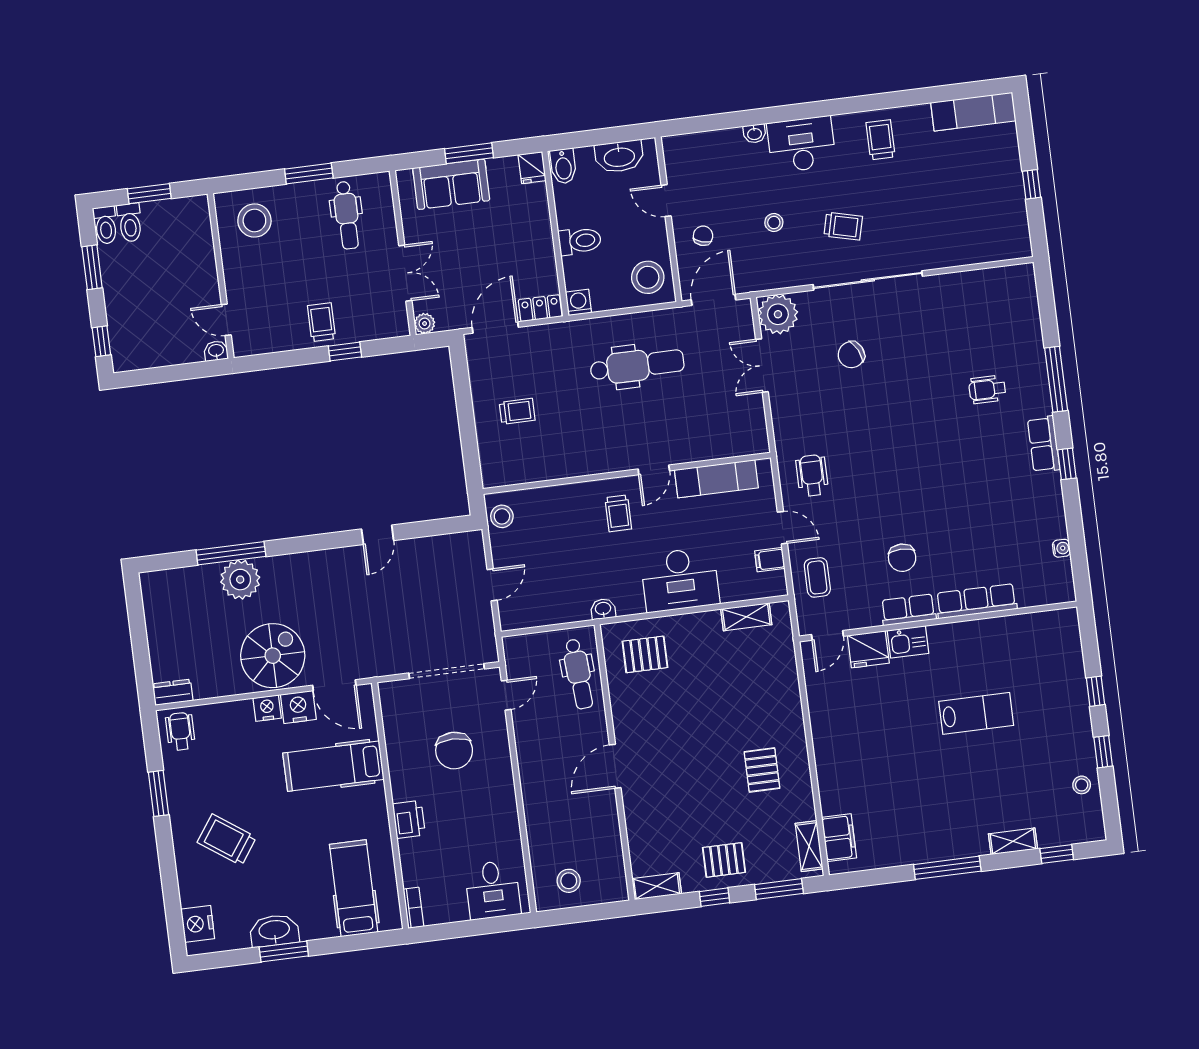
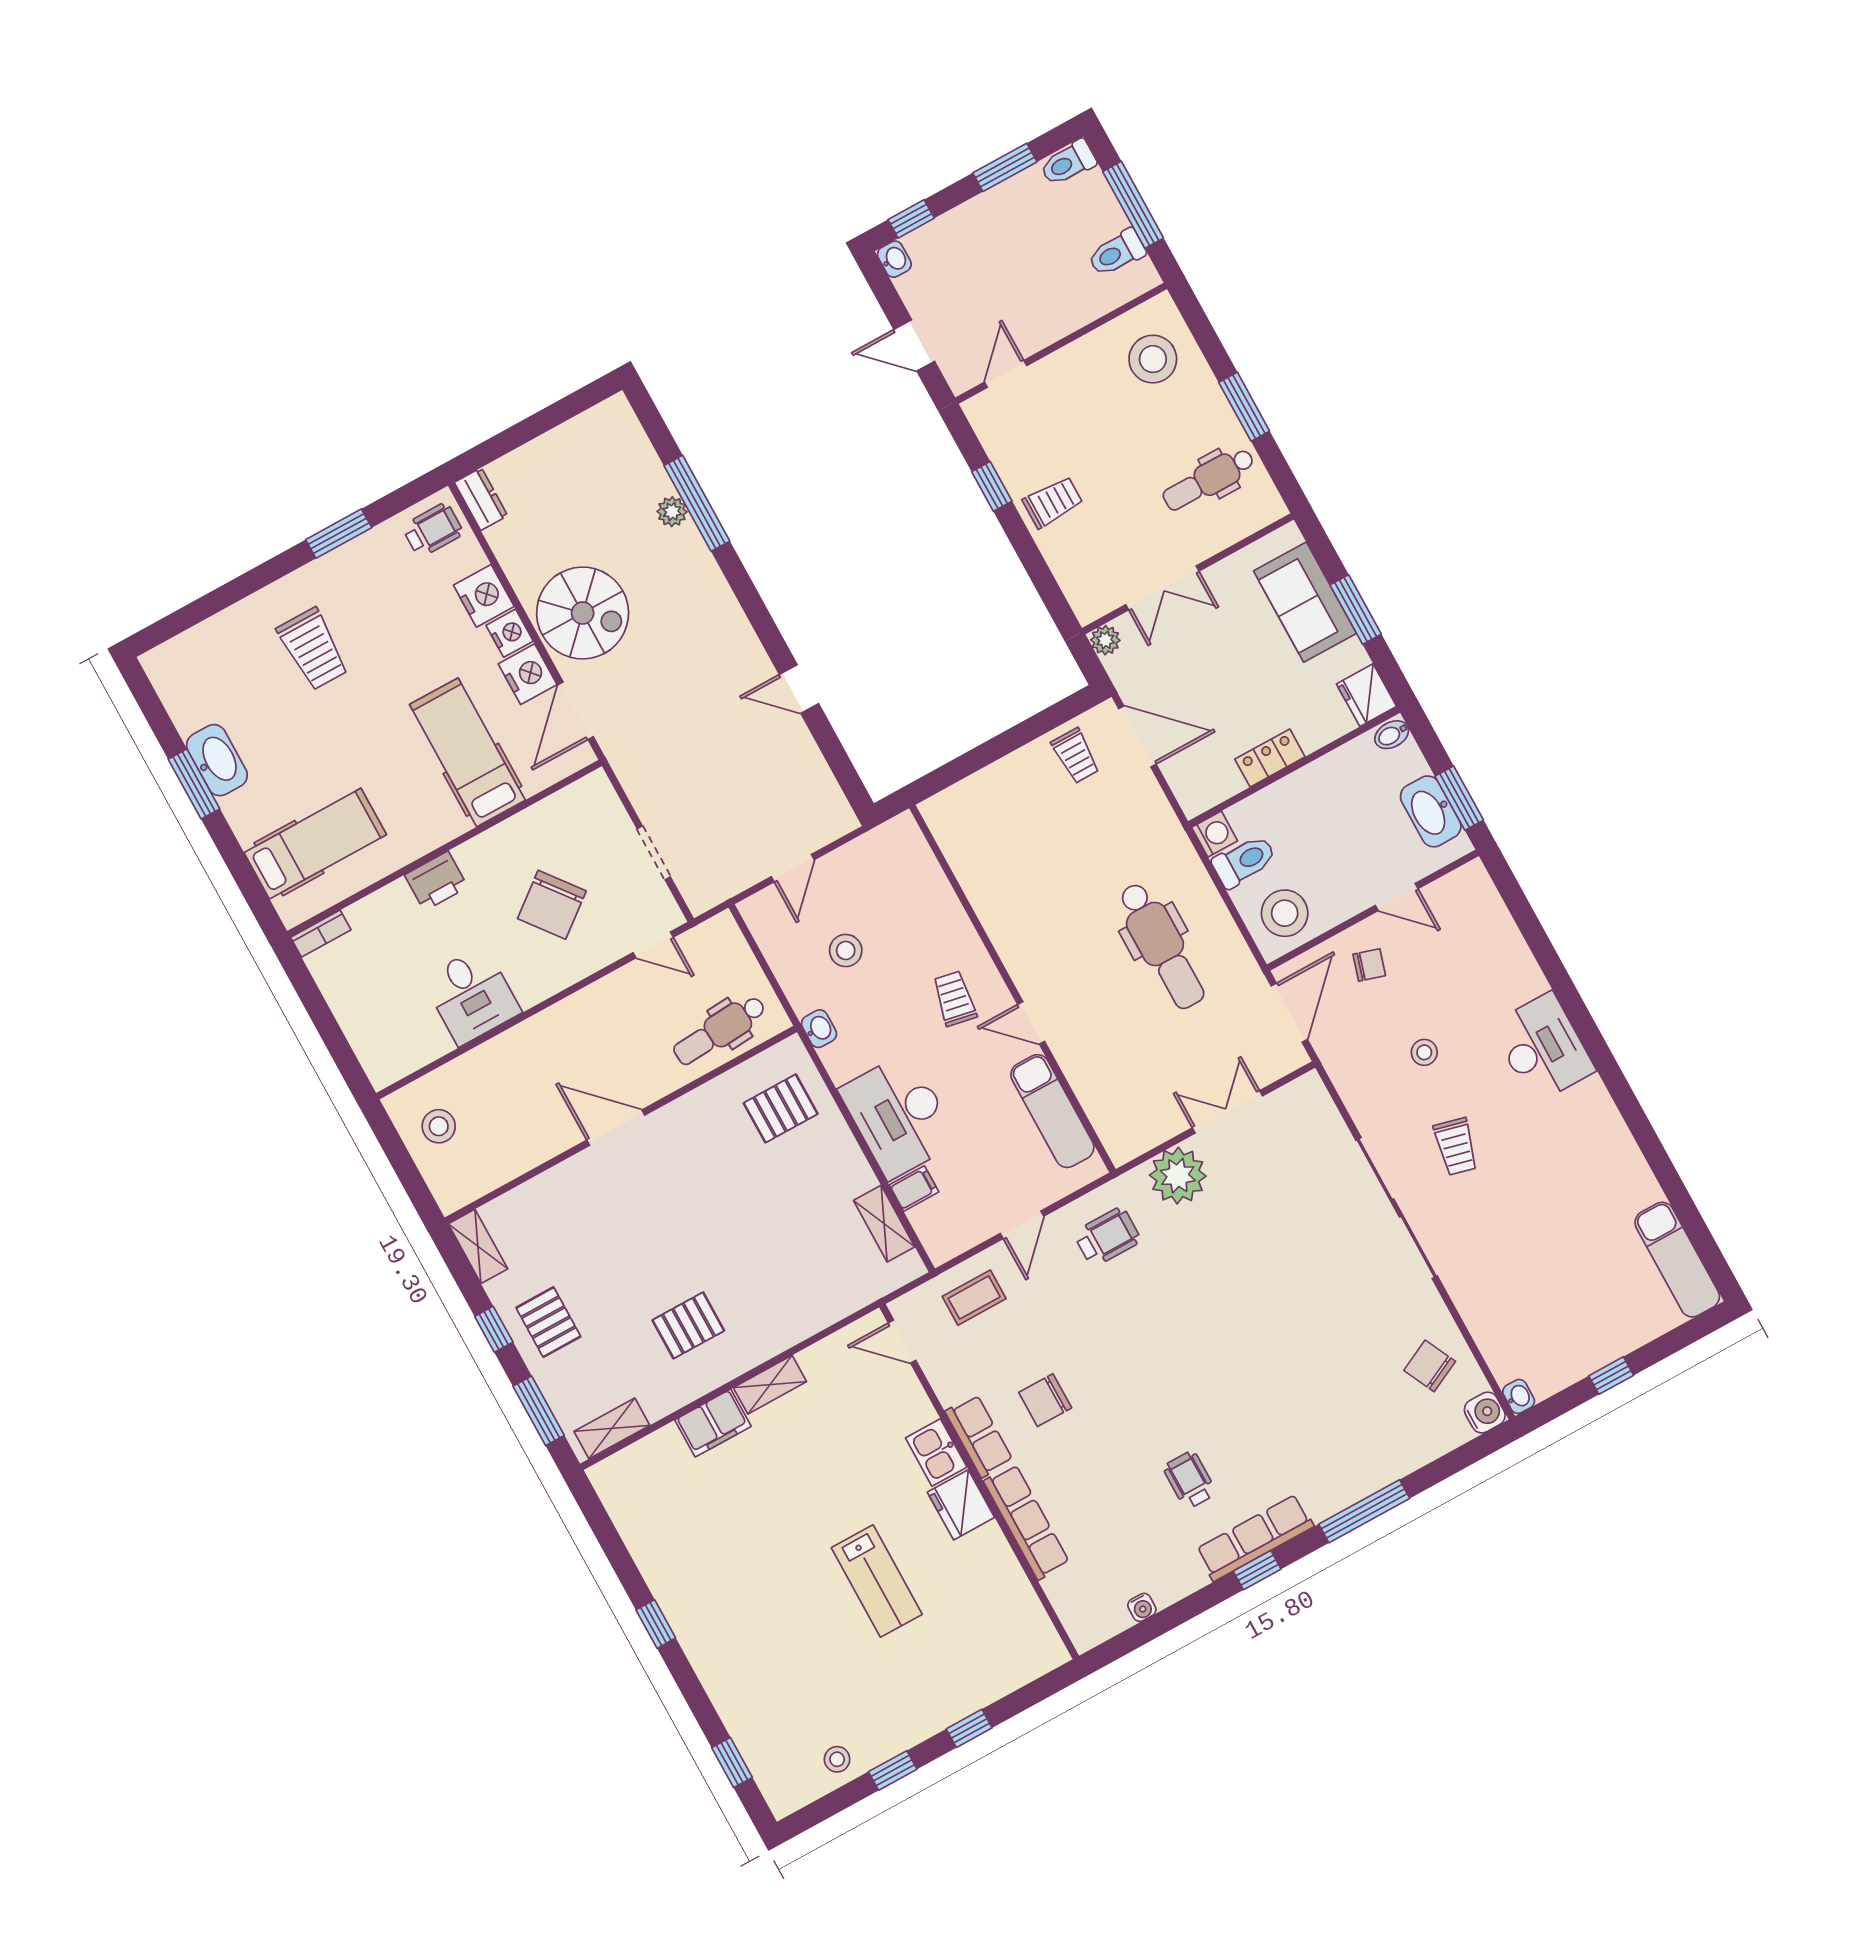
window: (618, 134) -> (1459, 798), added
washbasin: (754, 134) -> (1519, 1396), moved, turned 180
trolley: (881, 140) -> (1591, 1151), removed
bidet: (563, 166) -> (1392, 735), width x0.72, depth x0.74
fridge: (532, 168) -> (1366, 695), width x1.38
window: (149, 194) -> (1133, 205), width x1.44
door: (666, 201) -> (1397, 897), swing flipped
toilet: (130, 223) -> (1117, 253), moved
toilet: (580, 241) -> (1244, 861), moved, turned -90
water cooler: (1023, 276) -> (1485, 1413), added
door: (713, 300) -> (1289, 1013), hinge flipped
locker: (540, 308) -> (1270, 758), moved, turned -90
plant: (778, 314) -> (1178, 1176), moved
washbasin: (216, 351) -> (894, 259), moved
window: (345, 351) -> (992, 486), moved
chair: (851, 355) -> (1430, 1366), moved
door: (184, 372) -> (914, 345), added
wheelchair: (987, 389) -> (1190, 1480), moved
trolley: (517, 411) -> (1076, 756), moved
row of seats: (1044, 444) -> (1255, 1538), width x1.48
trolley: (618, 513) -> (955, 999), turned 101
stool: (502, 516) -> (846, 951), moved
filing cabinet: (770, 560) -> (914, 1188), moved, turned 90
plant: (240, 580) -> (672, 512), width x0.53, depth x0.53
door: (492, 585) -> (793, 868), hinge flipped
fridge: (868, 649) -> (961, 1505), moved
pallet: (645, 654) -> (781, 1108), turned 90
doorway: (447, 671) -> (654, 853), width x0.53
chair: (454, 750) -> (552, 905), turned -38
filing cabinet: (839, 838) -> (713, 1423), moved
trolley: (227, 840) -> (313, 649), turned 145
shelving: (1013, 841) -> (770, 1385), moved, turned 90
window: (947, 868) -> (656, 1624), width x0.46
desk: (493, 890) -> (472, 995), moved, turned -90
nightstand: (198, 924) -> (484, 596), moved, turned 90

